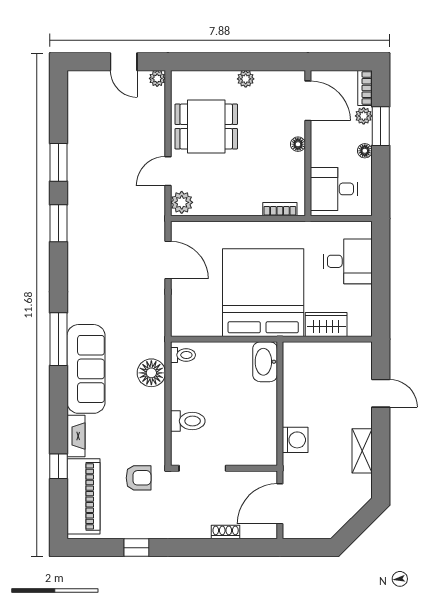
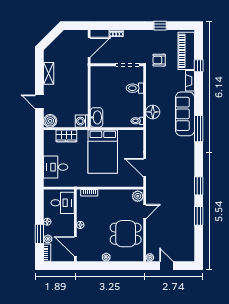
bed: (263, 293) -> (103, 152), width x0.73
boiler: (359, 355) -> (50, 121), added
washing machine: (295, 440) -> (82, 121), moved

